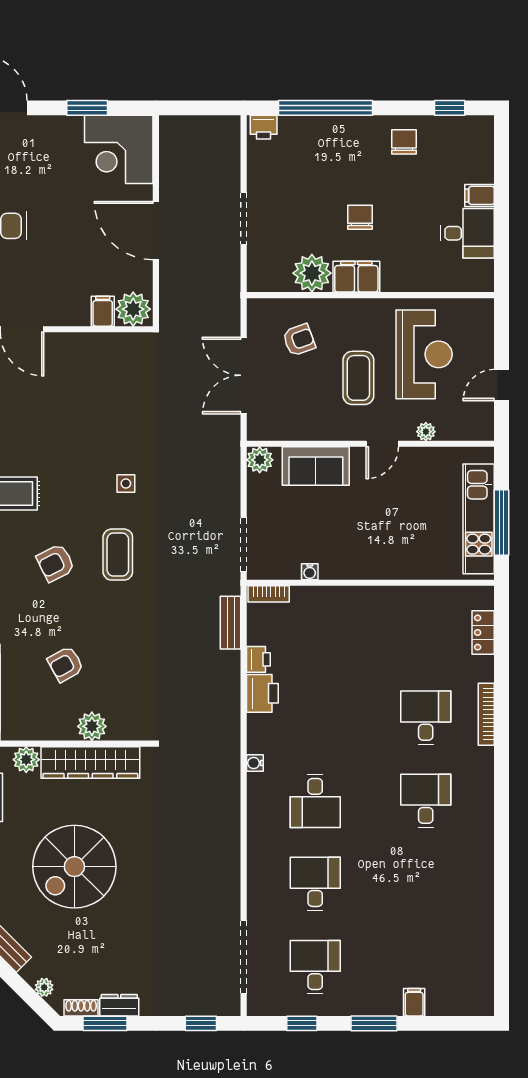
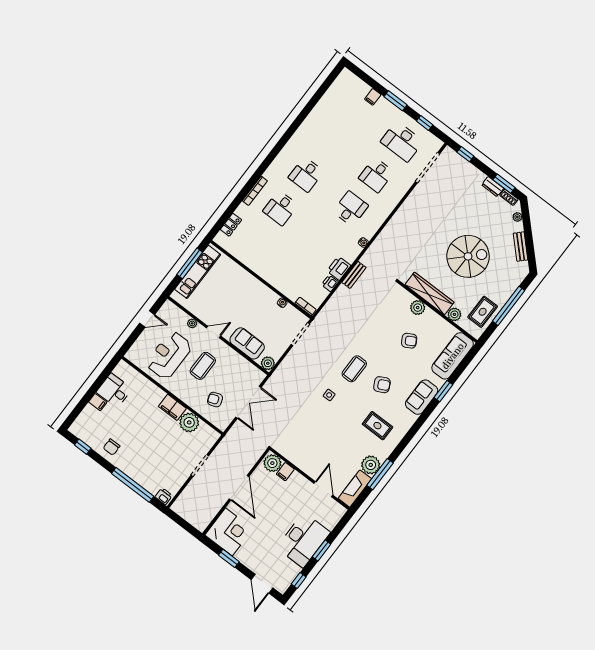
chair: (360, 217) -> (152, 430), removed
bench: (231, 623) -> (354, 275), moved
desk: (315, 967) -> (402, 142), width x1.37

